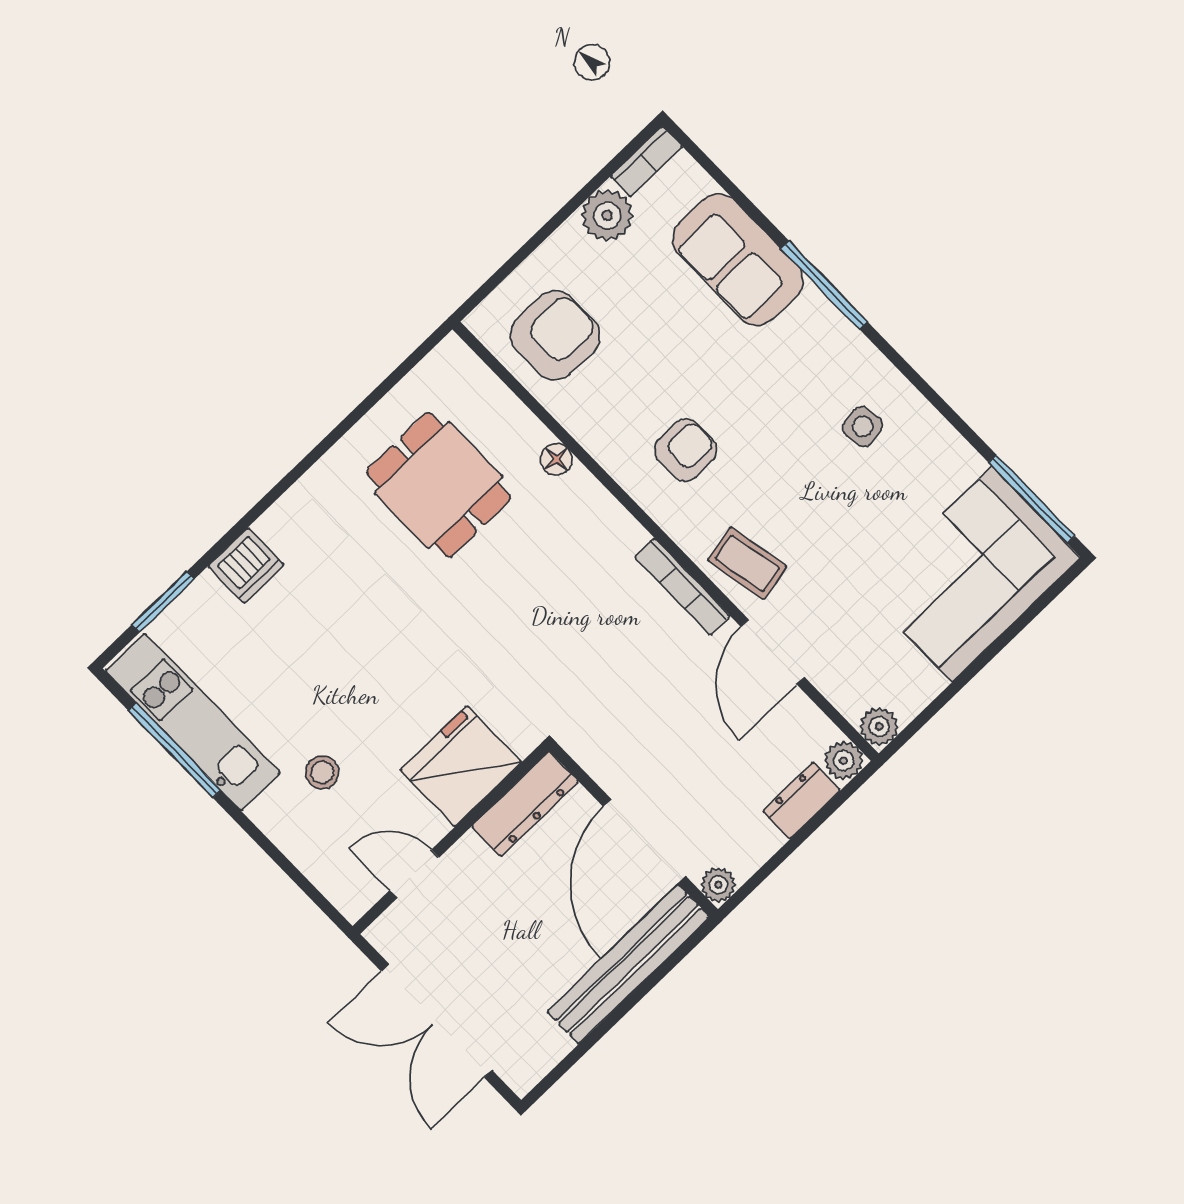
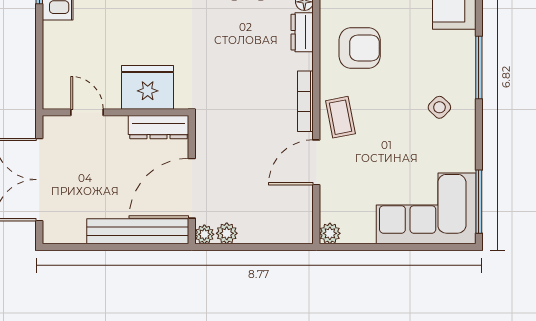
window: (824, 285) -> (479, 67), moved
side table: (863, 427) -> (439, 107), turned -36
armchair: (686, 450) -> (360, 48), width x1.38, depth x1.38
plant: (844, 761) -> (227, 233), moved
stool: (322, 772) -> (90, 36), removed
dresser: (802, 801) -> (302, 32), moved, turned -90

